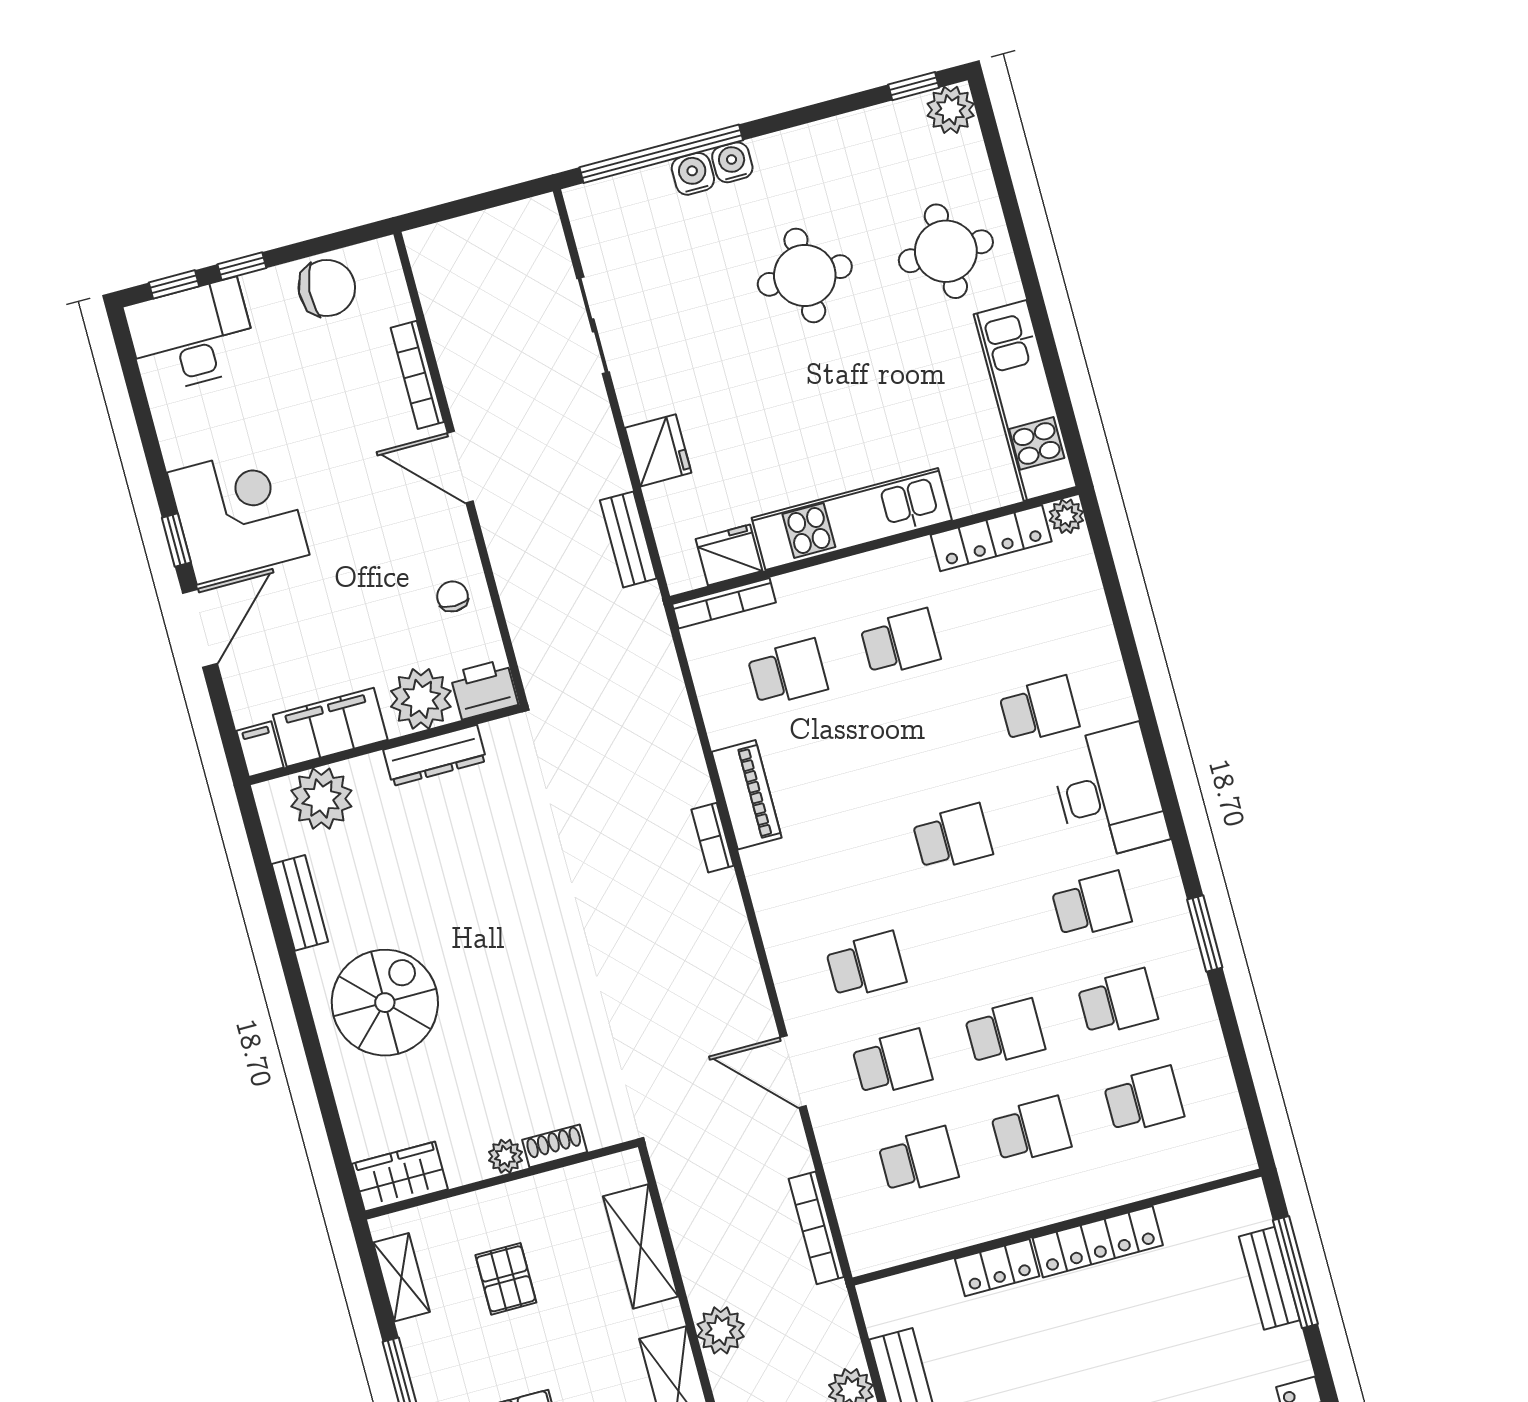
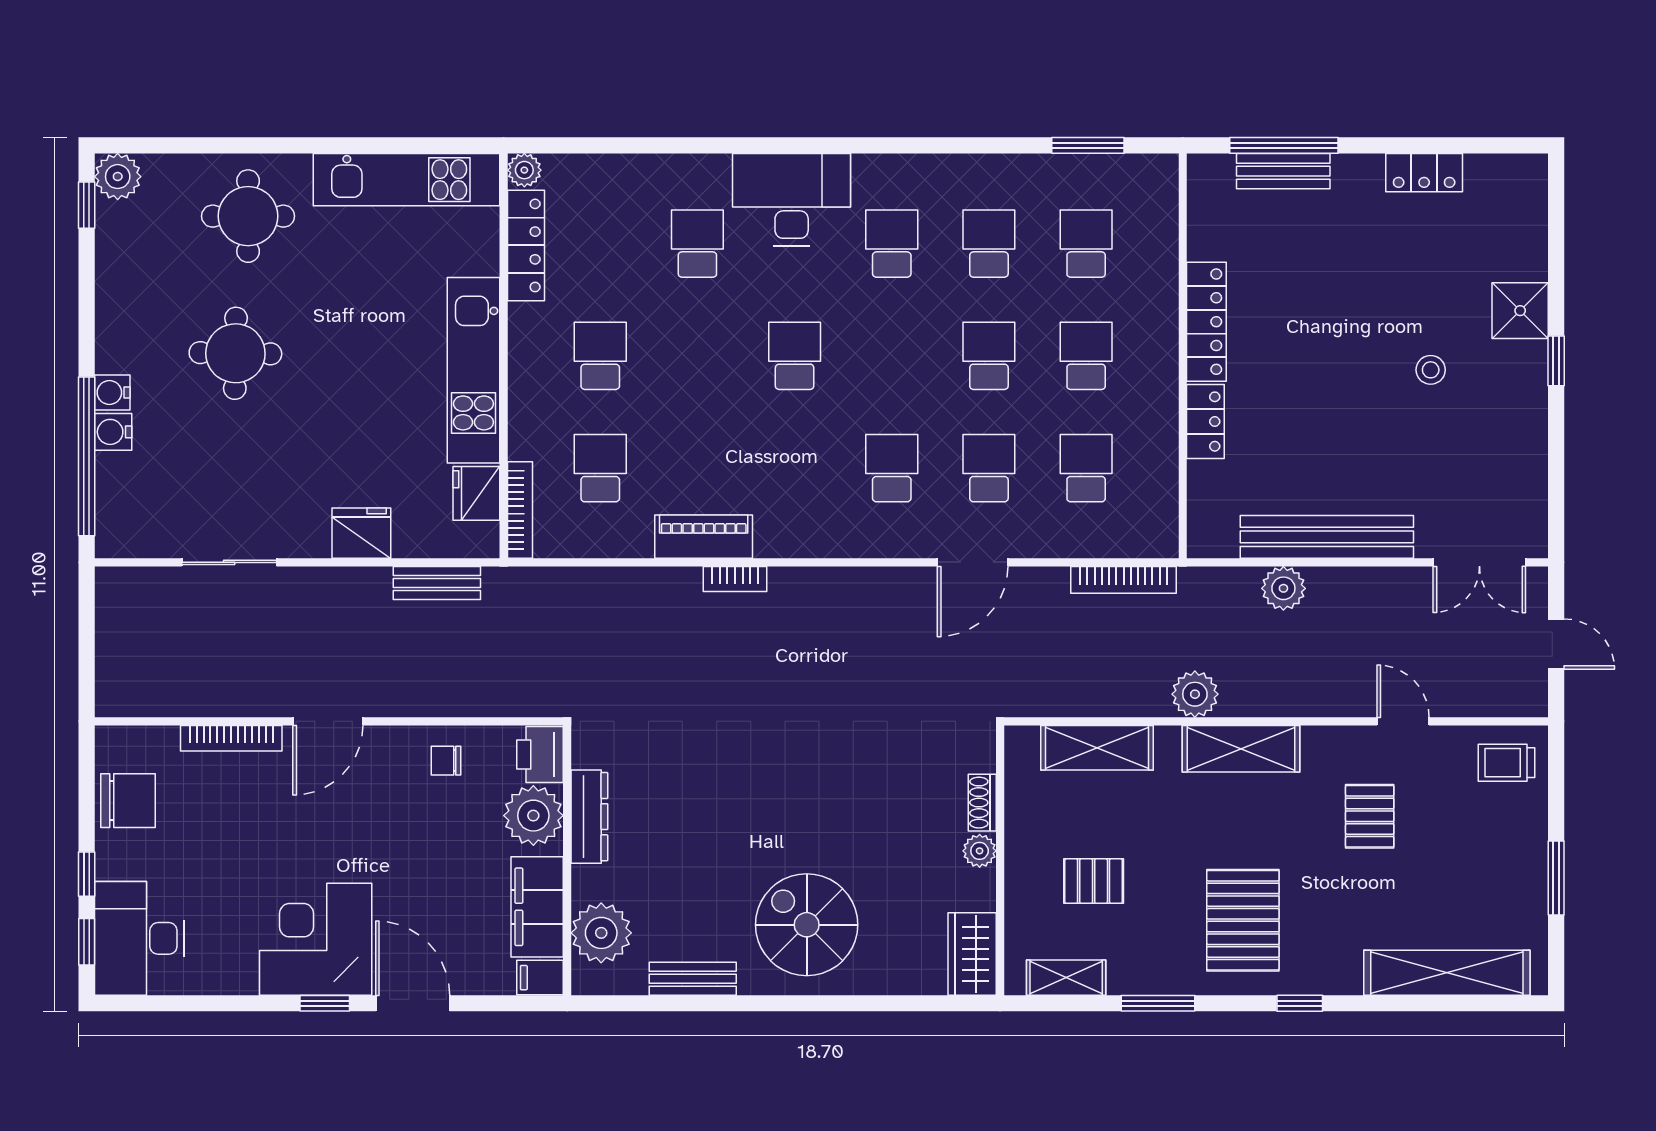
chair: (327, 288) -> (128, 801), turned 85
window: (1205, 933) -> (1088, 145), moved

